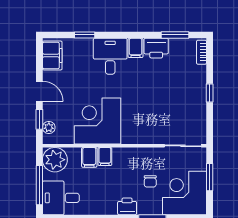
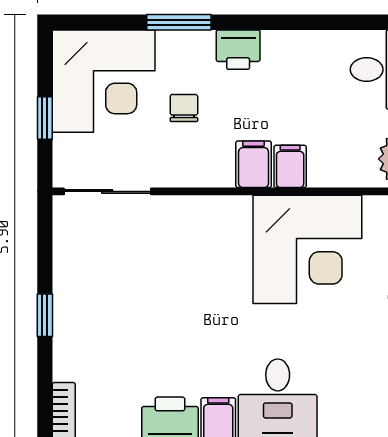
filing cabinet: (89, 157) -> (254, 164), moved
window: (210, 177) -> (45, 118), width x0.67

